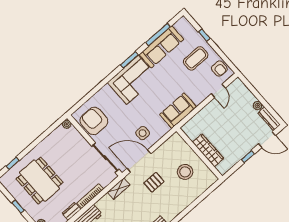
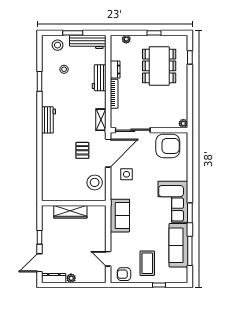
stool: (185, 172) -> (95, 182), moved
dining table: (40, 181) -> (159, 66), turned 90

